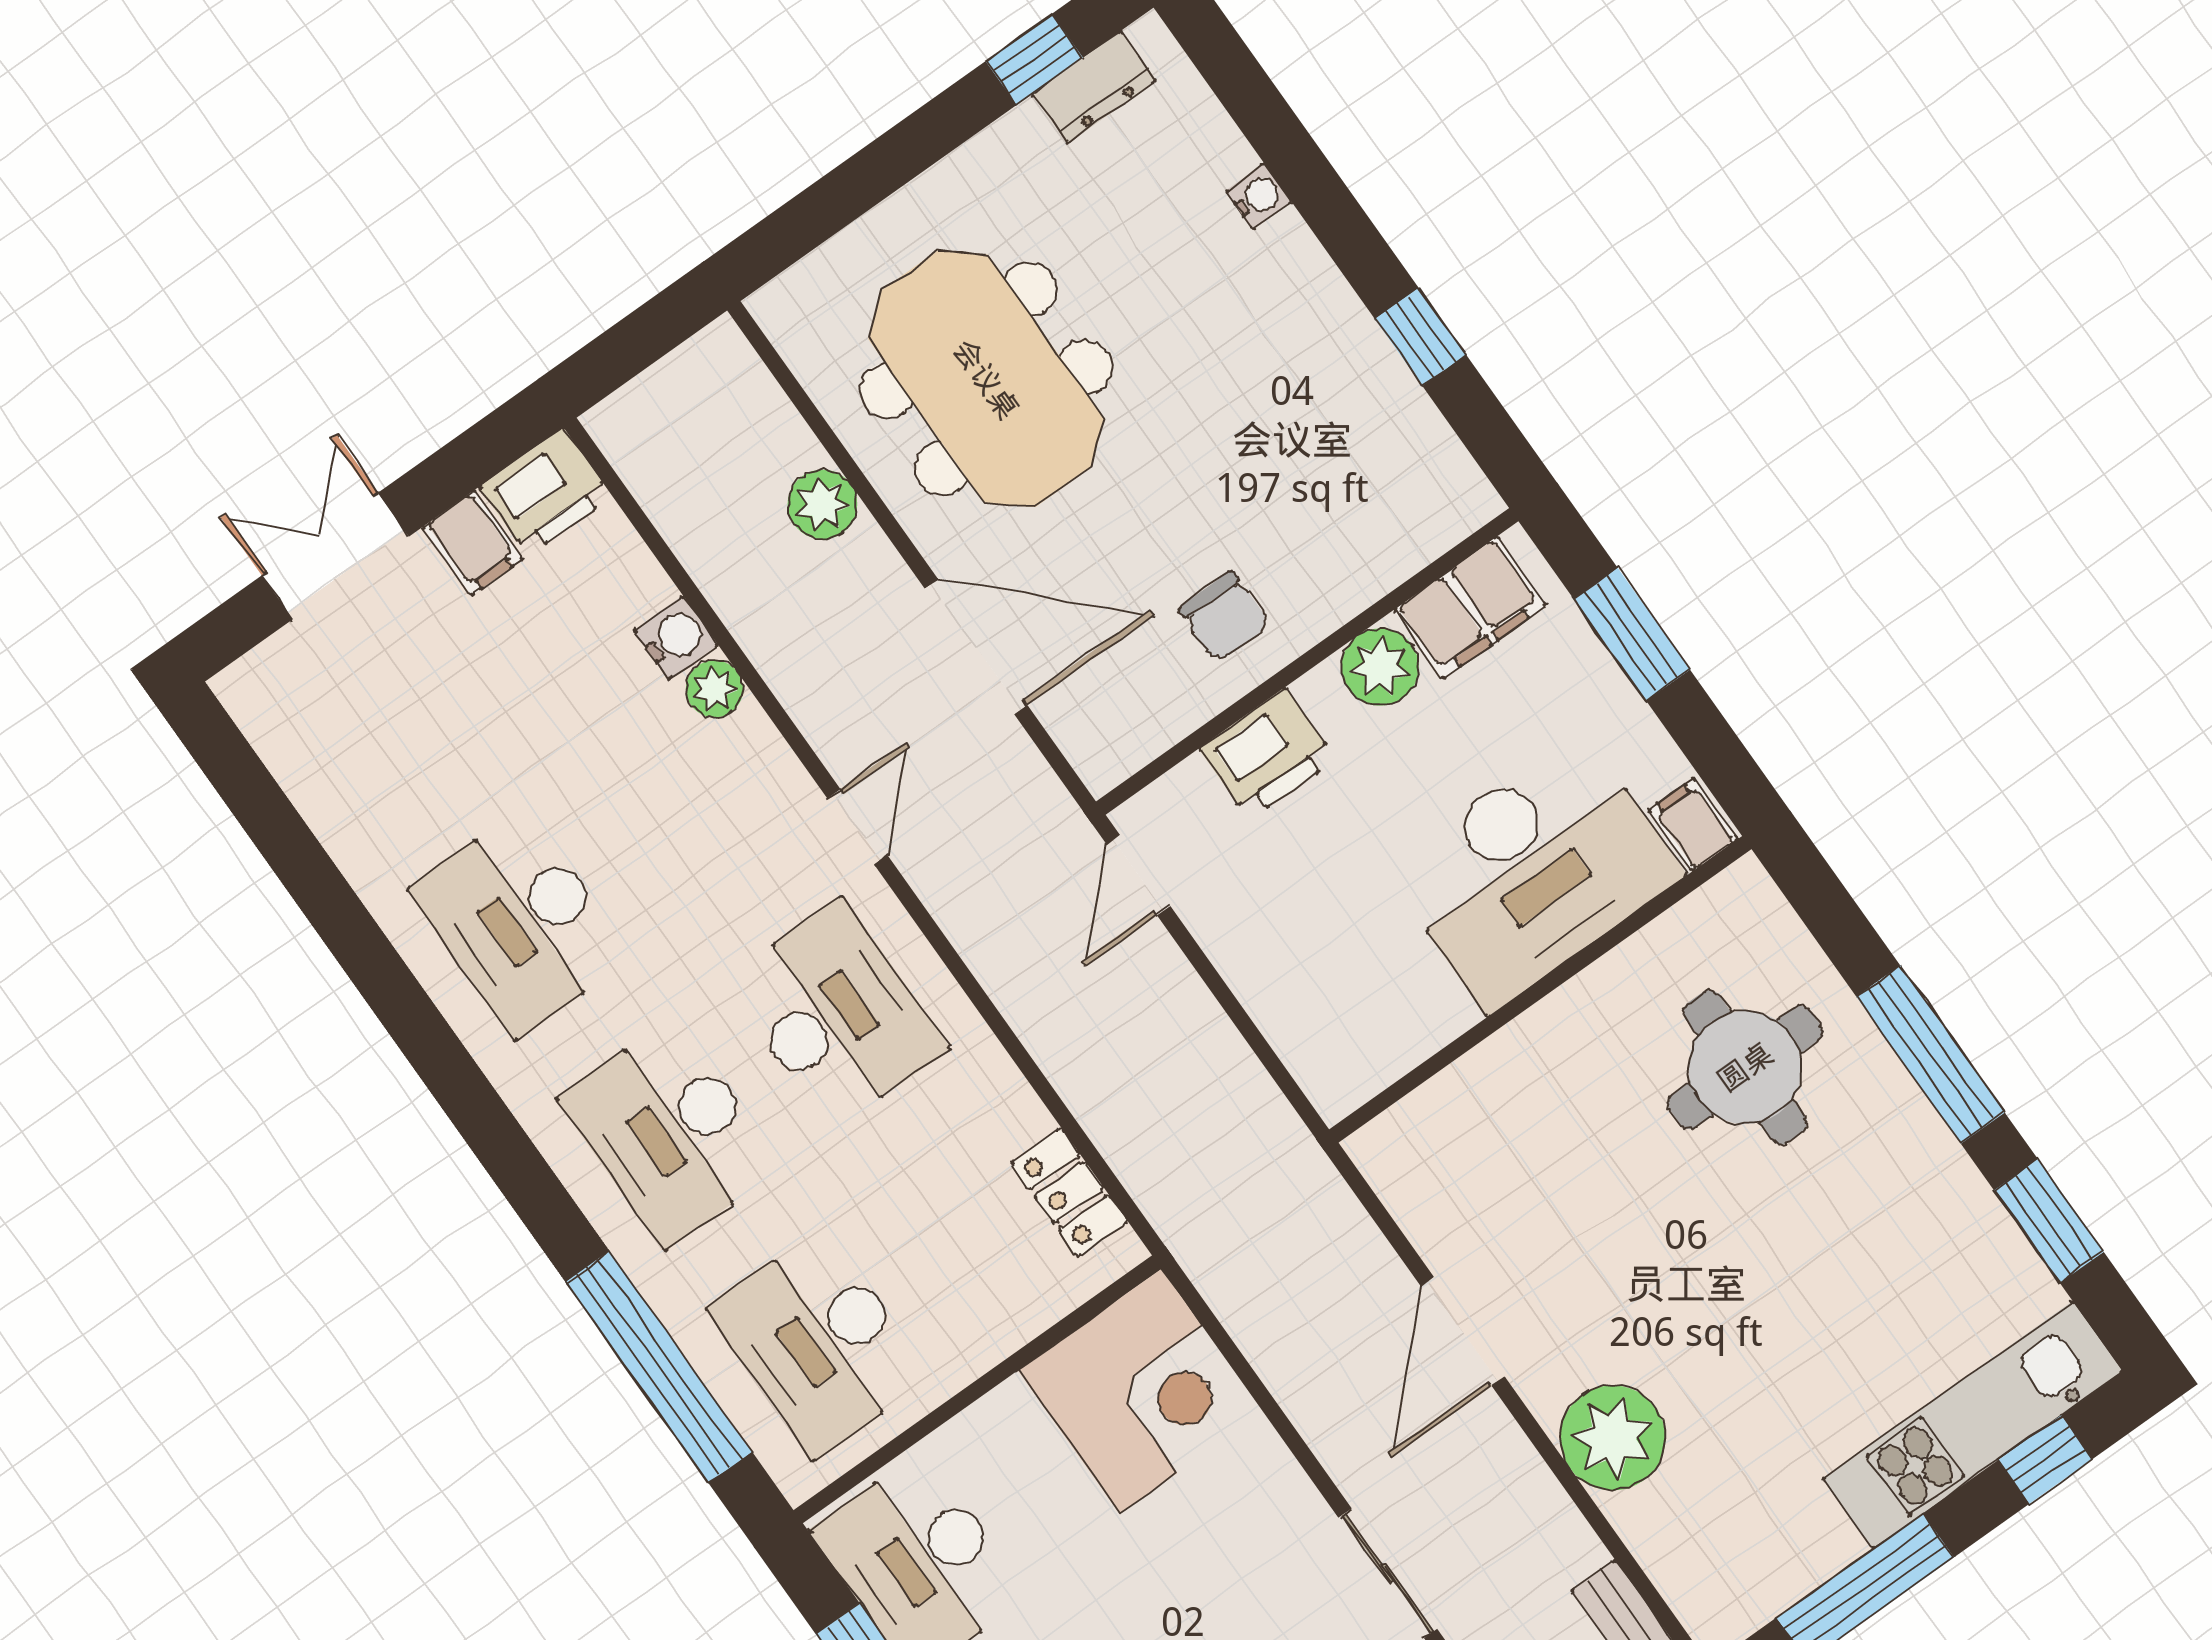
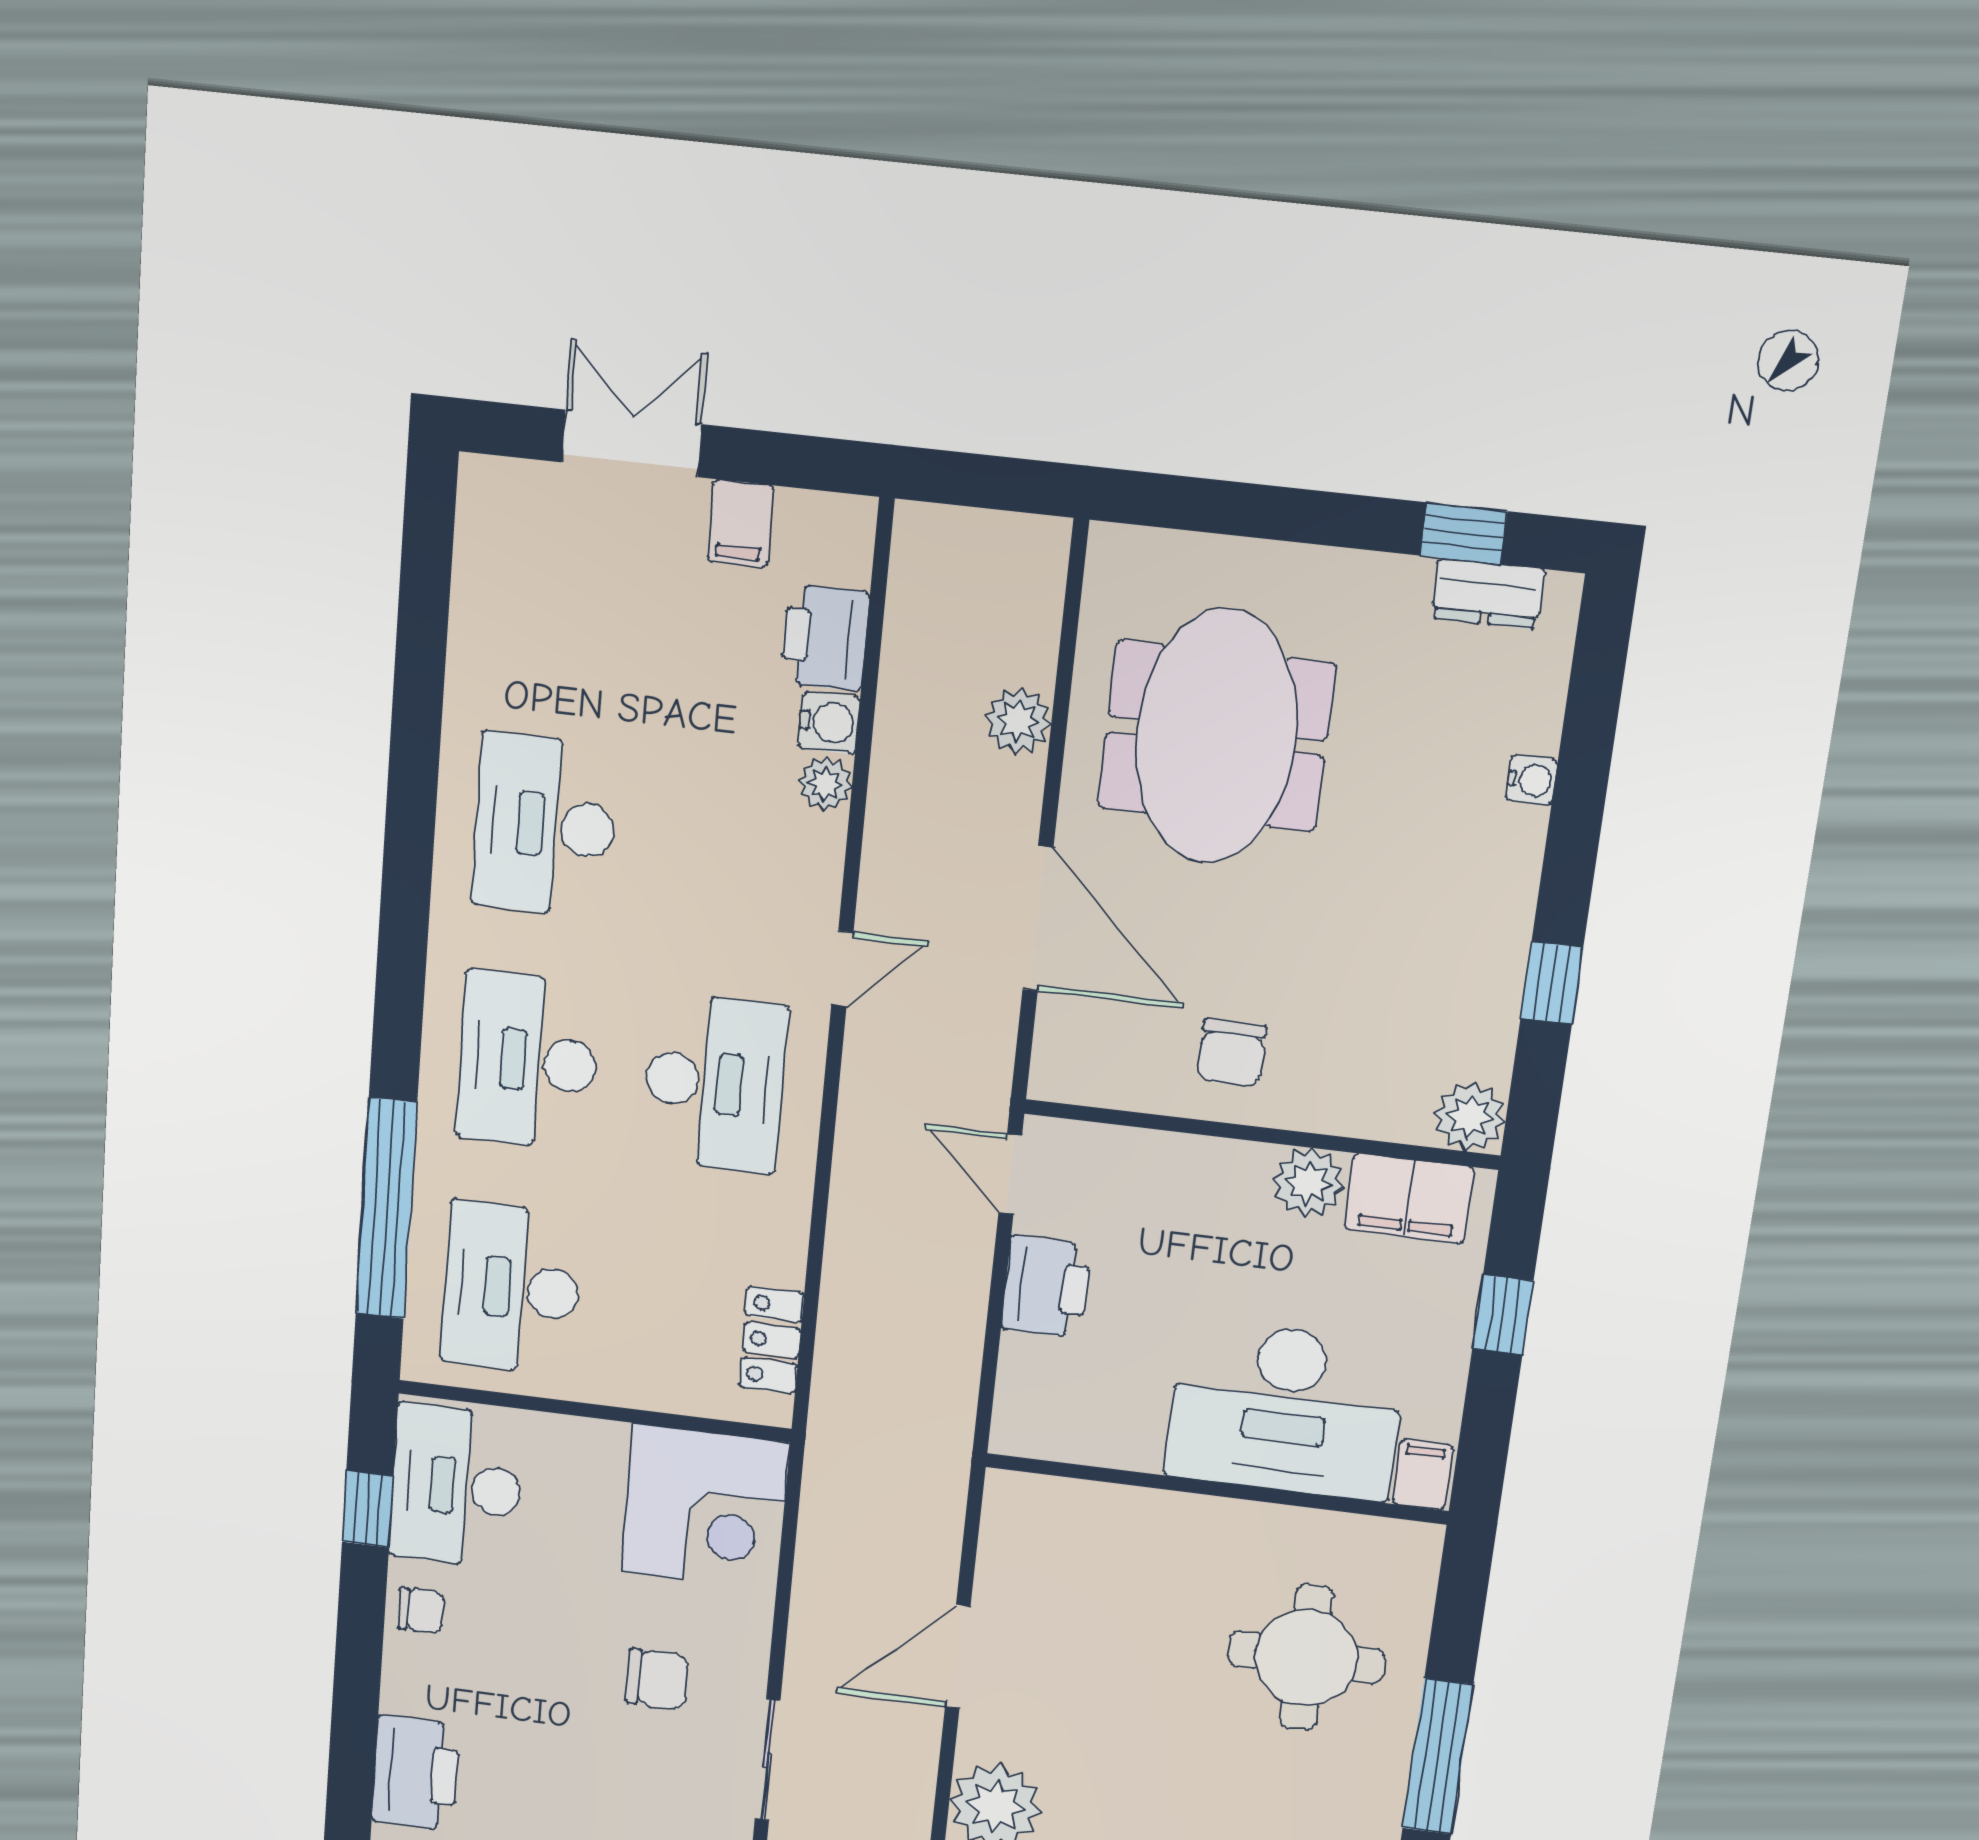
printer: (546, 492) -> (825, 637), moved, turned 90
plant: (1457, 499) -> (1470, 1117), added
window: (1632, 634) -> (1503, 1315), width x0.67
printer: (1268, 754) -> (1046, 1287), moved, turned -90
door: (1138, 875) -> (1010, 1174), hinge flipped
chair: (1233, 1585) -> (657, 1679), added

